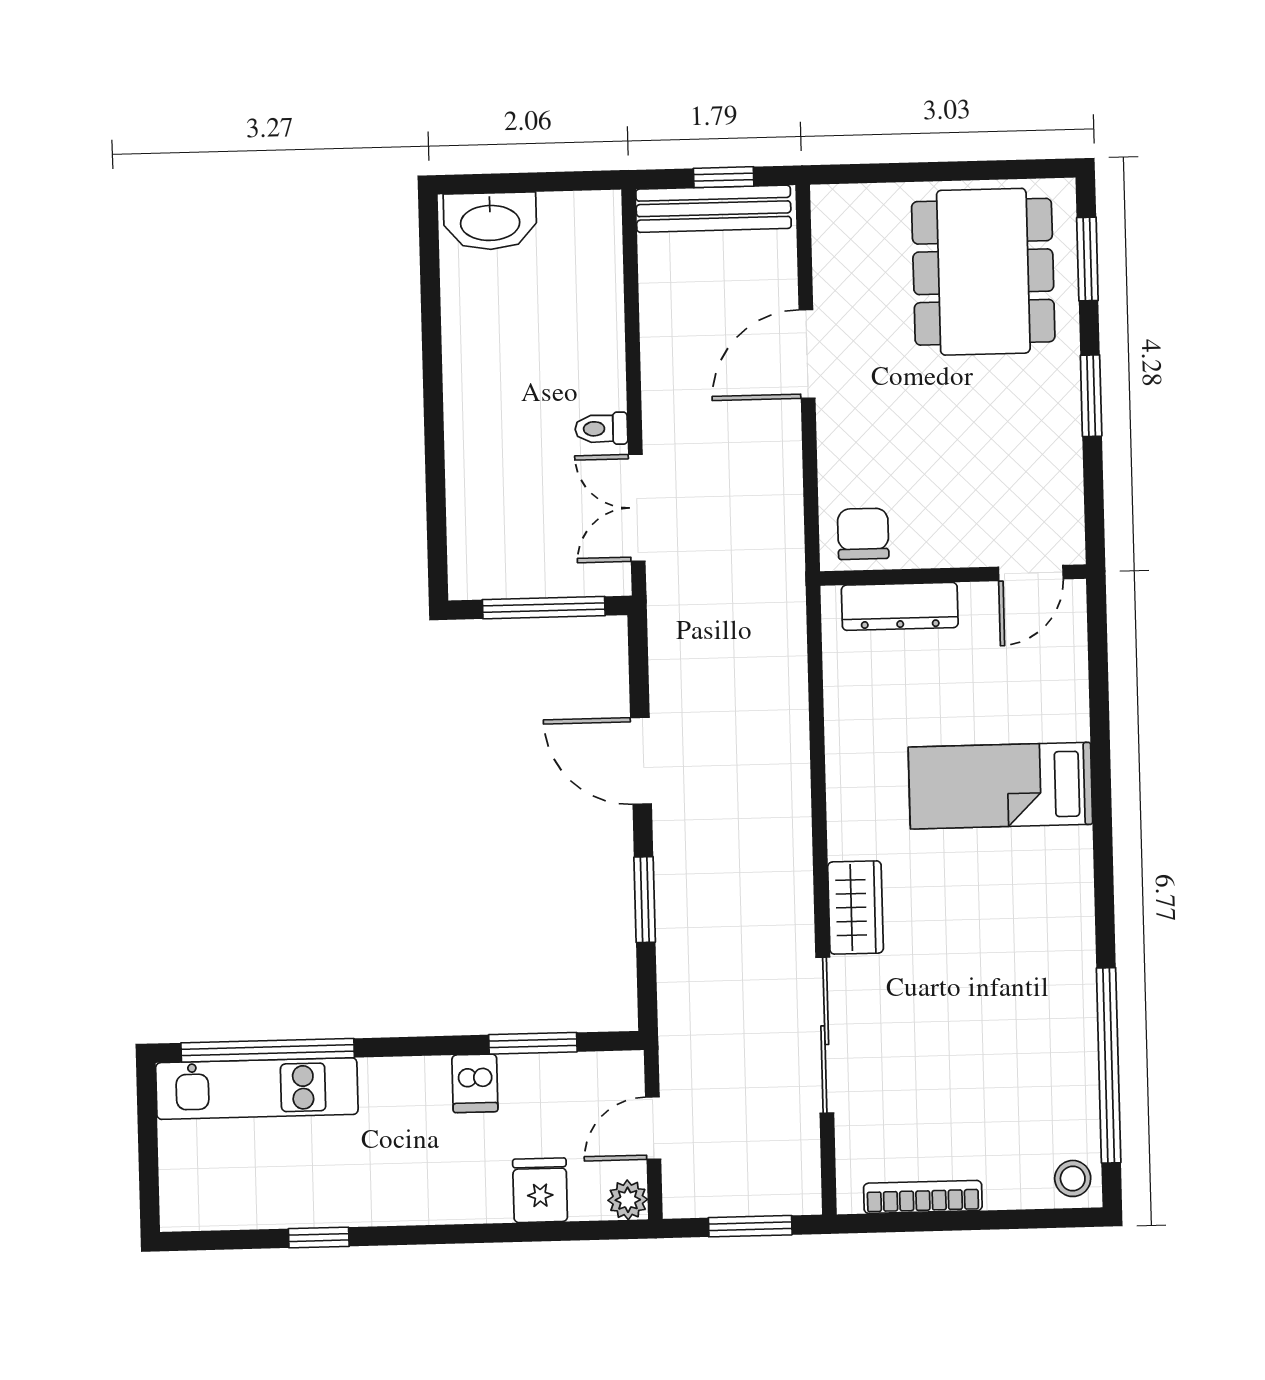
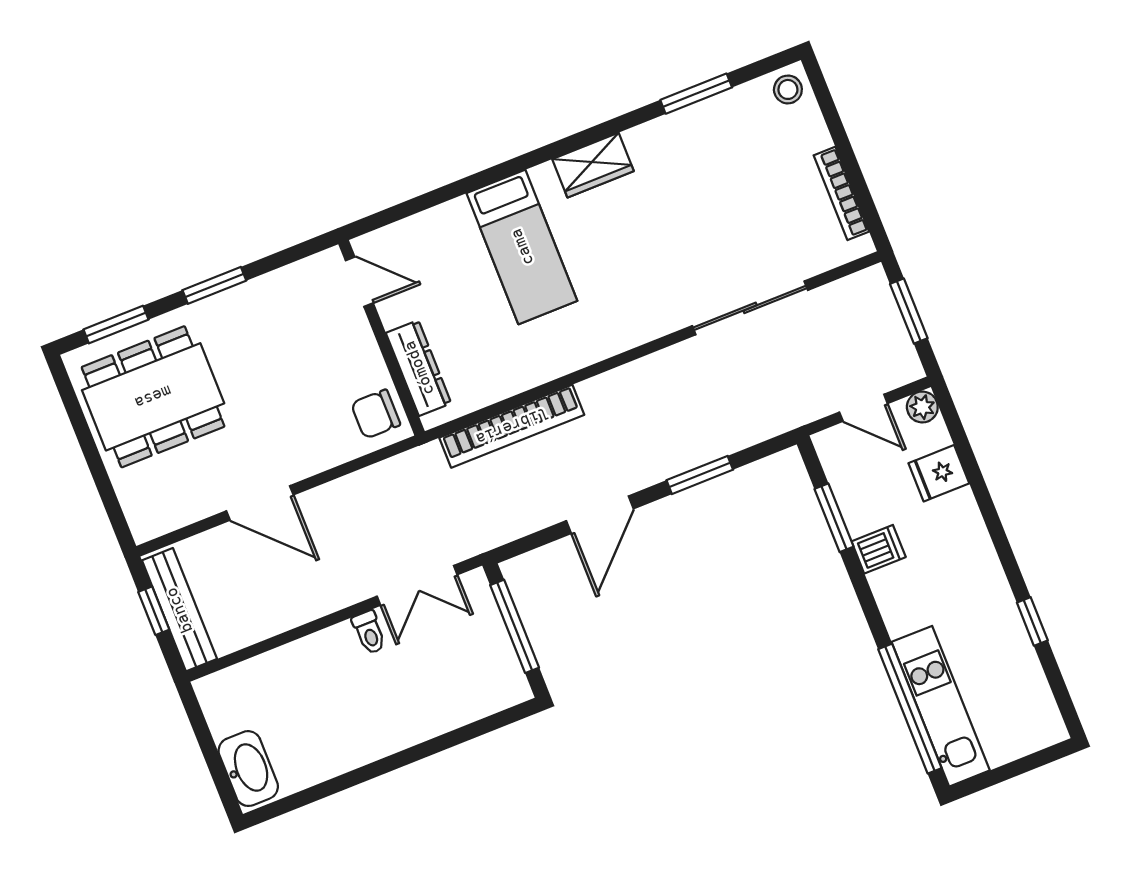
bookcase: (788, 693) -> (512, 426), added
wardrobe: (855, 907) -> (593, 165), moved, turned 180
window: (1109, 1065) -> (696, 94), width x0.47

